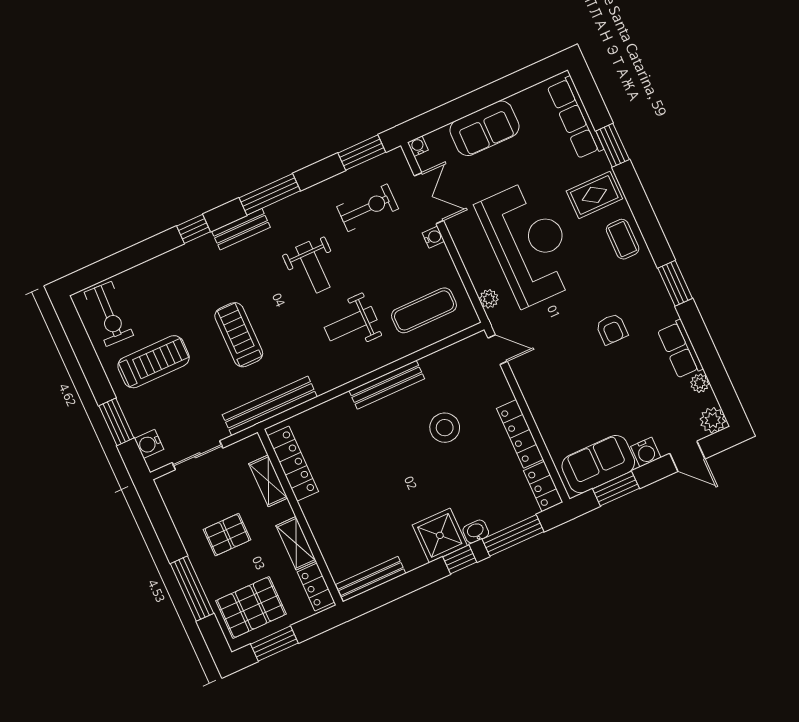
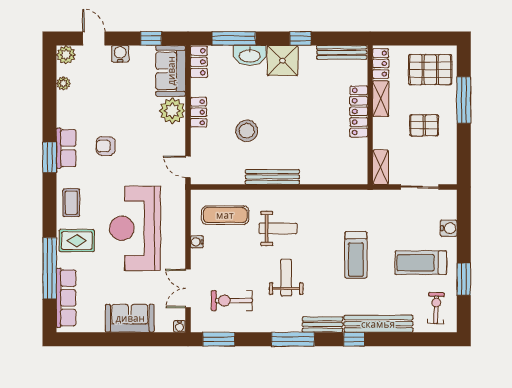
window: (613, 145) -> (50, 268), width x2.11
water cooler: (433, 237) -> (197, 242), moved
plant: (489, 299) -> (172, 111), moved, width x1.88, depth x1.88
exercise bike: (109, 314) -> (436, 308), width x0.73, depth x0.72
armchair: (612, 329) -> (106, 146), turned -90
row of seats: (680, 349) -> (66, 148), moved
bench: (270, 406) -> (378, 324), moved
window: (116, 422) -> (464, 279), moved
locker: (520, 434) -> (199, 112), width x0.66
water cooler: (149, 444) -> (449, 228), moved
locker: (293, 464) -> (359, 111), moved
sofa: (598, 464) -> (171, 71), moved, turned 90
shelving: (268, 481) -> (380, 167), moved
window: (616, 489) -> (151, 38), width x0.67
washbasin: (476, 532) -> (250, 55), width x1.91, depth x1.45
window: (460, 559) -> (300, 38), moved
window: (274, 644) -> (425, 38), removed

